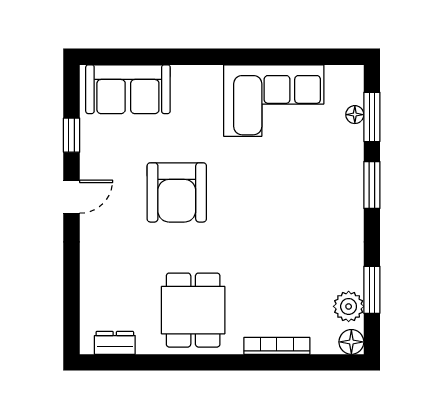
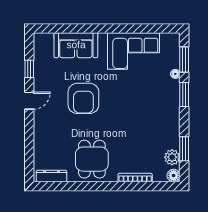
sofa: (128, 89) -> (76, 45), moved
floor lamp: (355, 115) -> (175, 74), moved
dresser: (115, 343) -> (51, 176), width x1.44

